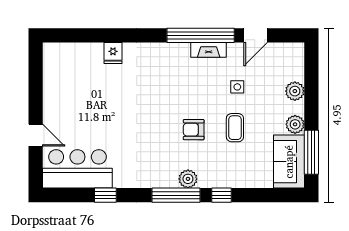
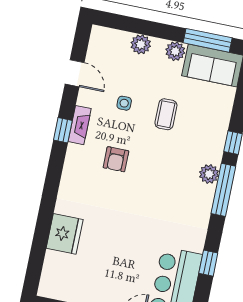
window: (201, 35) -> (63, 130), width x0.32
fridge: (113, 53) -> (65, 234), width x1.88, depth x1.34
coffee table: (235, 128) -> (166, 114), turned 90
armchair: (194, 130) -> (116, 159), moved

